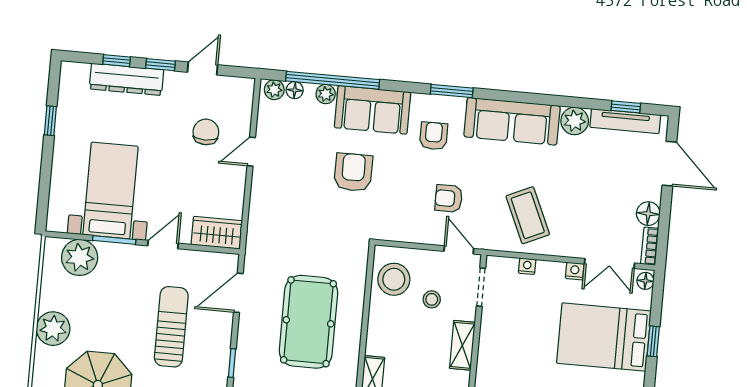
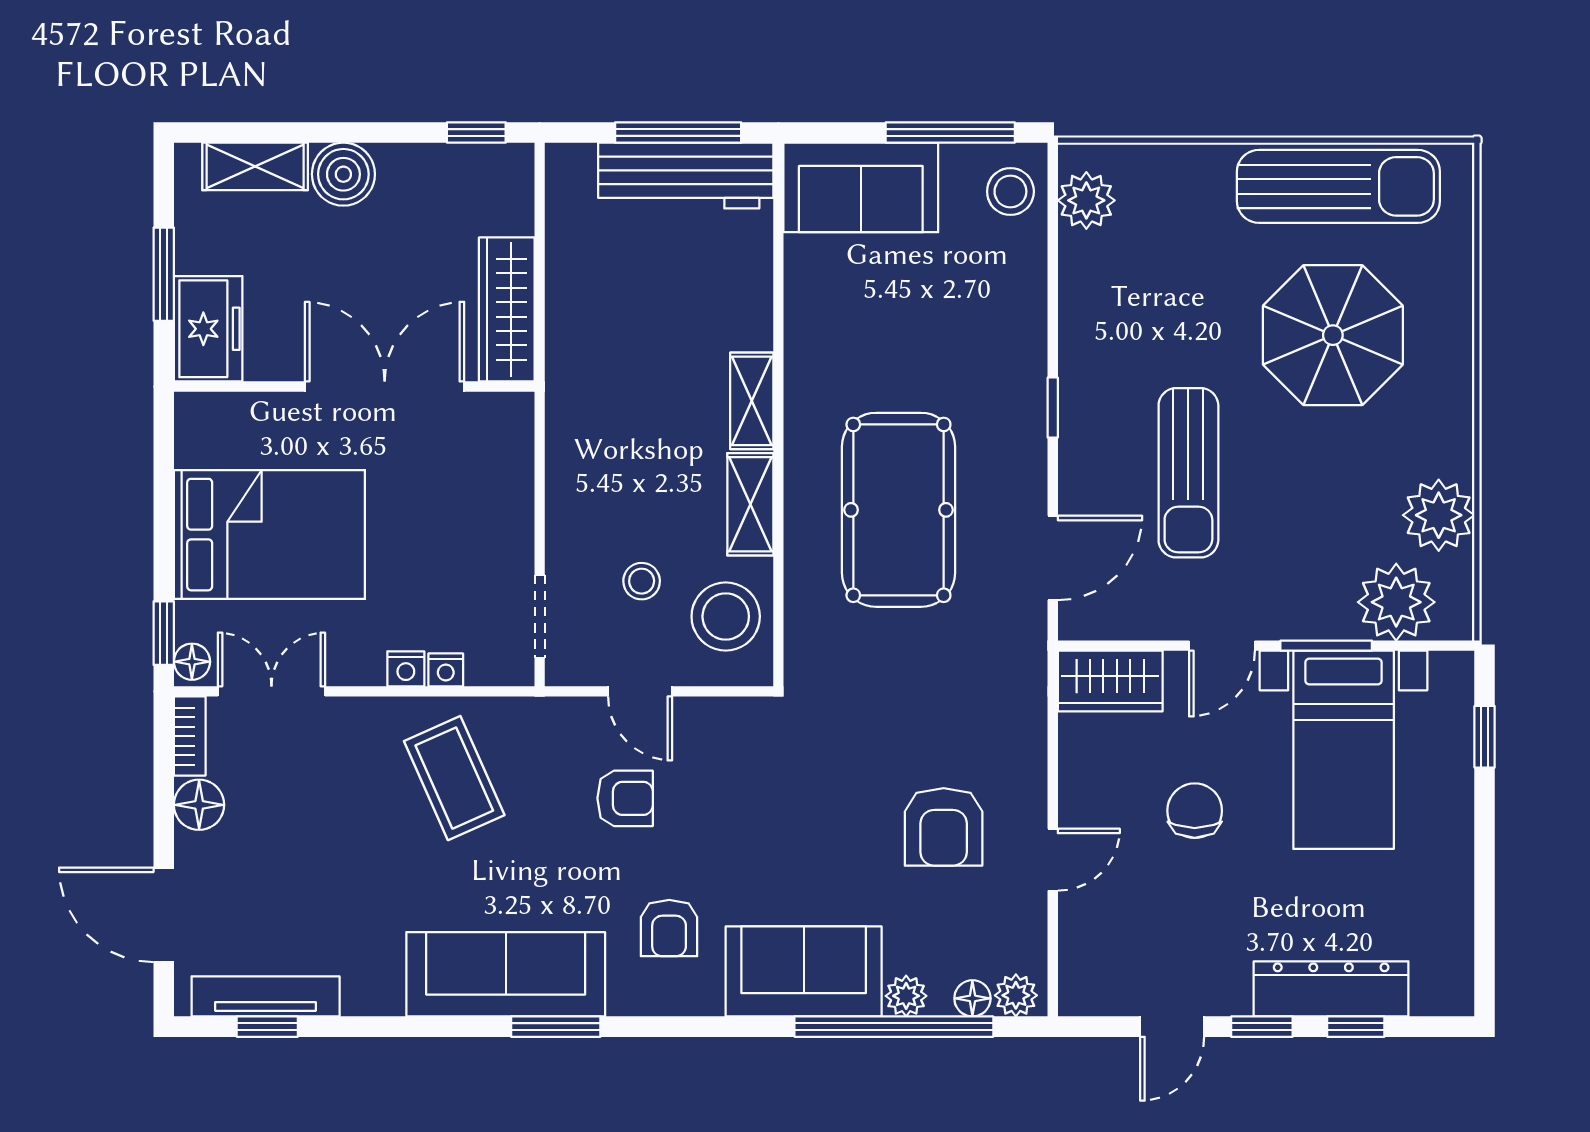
window: (452, 91) -> (556, 1027), moved
window: (50, 121) -> (1485, 737), moved
plant: (575, 121) -> (373, 987), removed
chair: (206, 132) -> (1195, 811), moved, turned 180
armchair: (353, 172) -> (944, 827), moved
door: (459, 250) -> (640, 691), moved
nightstand: (575, 271) -> (406, 669), moved
plant: (53, 329) -> (1439, 515), moved
window: (653, 341) -> (164, 633), moved
shelving: (462, 345) -> (750, 504), moved

